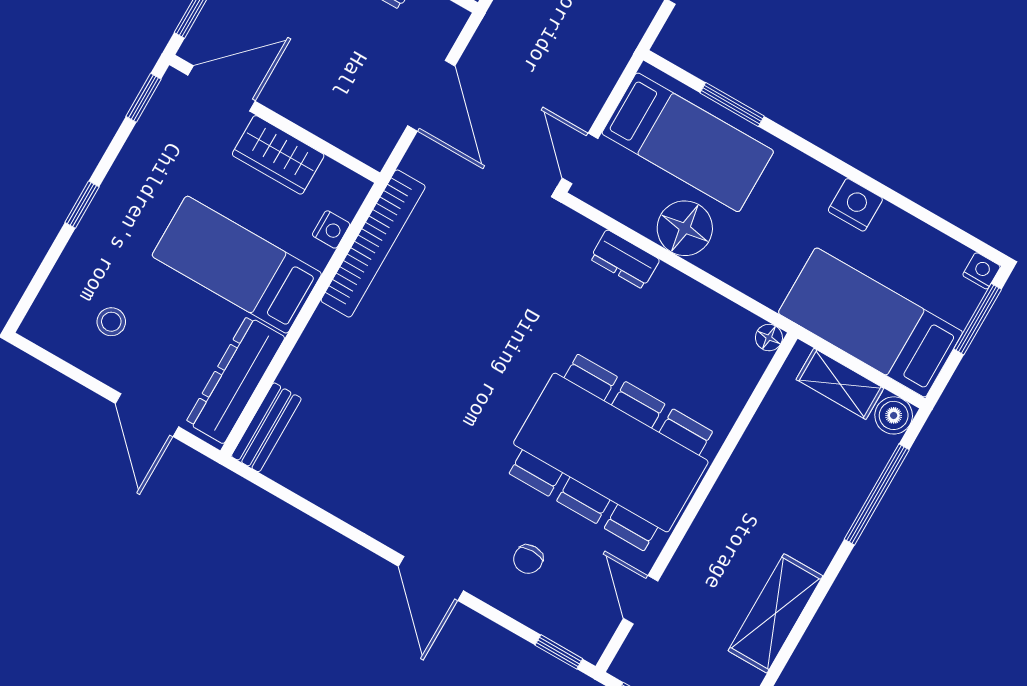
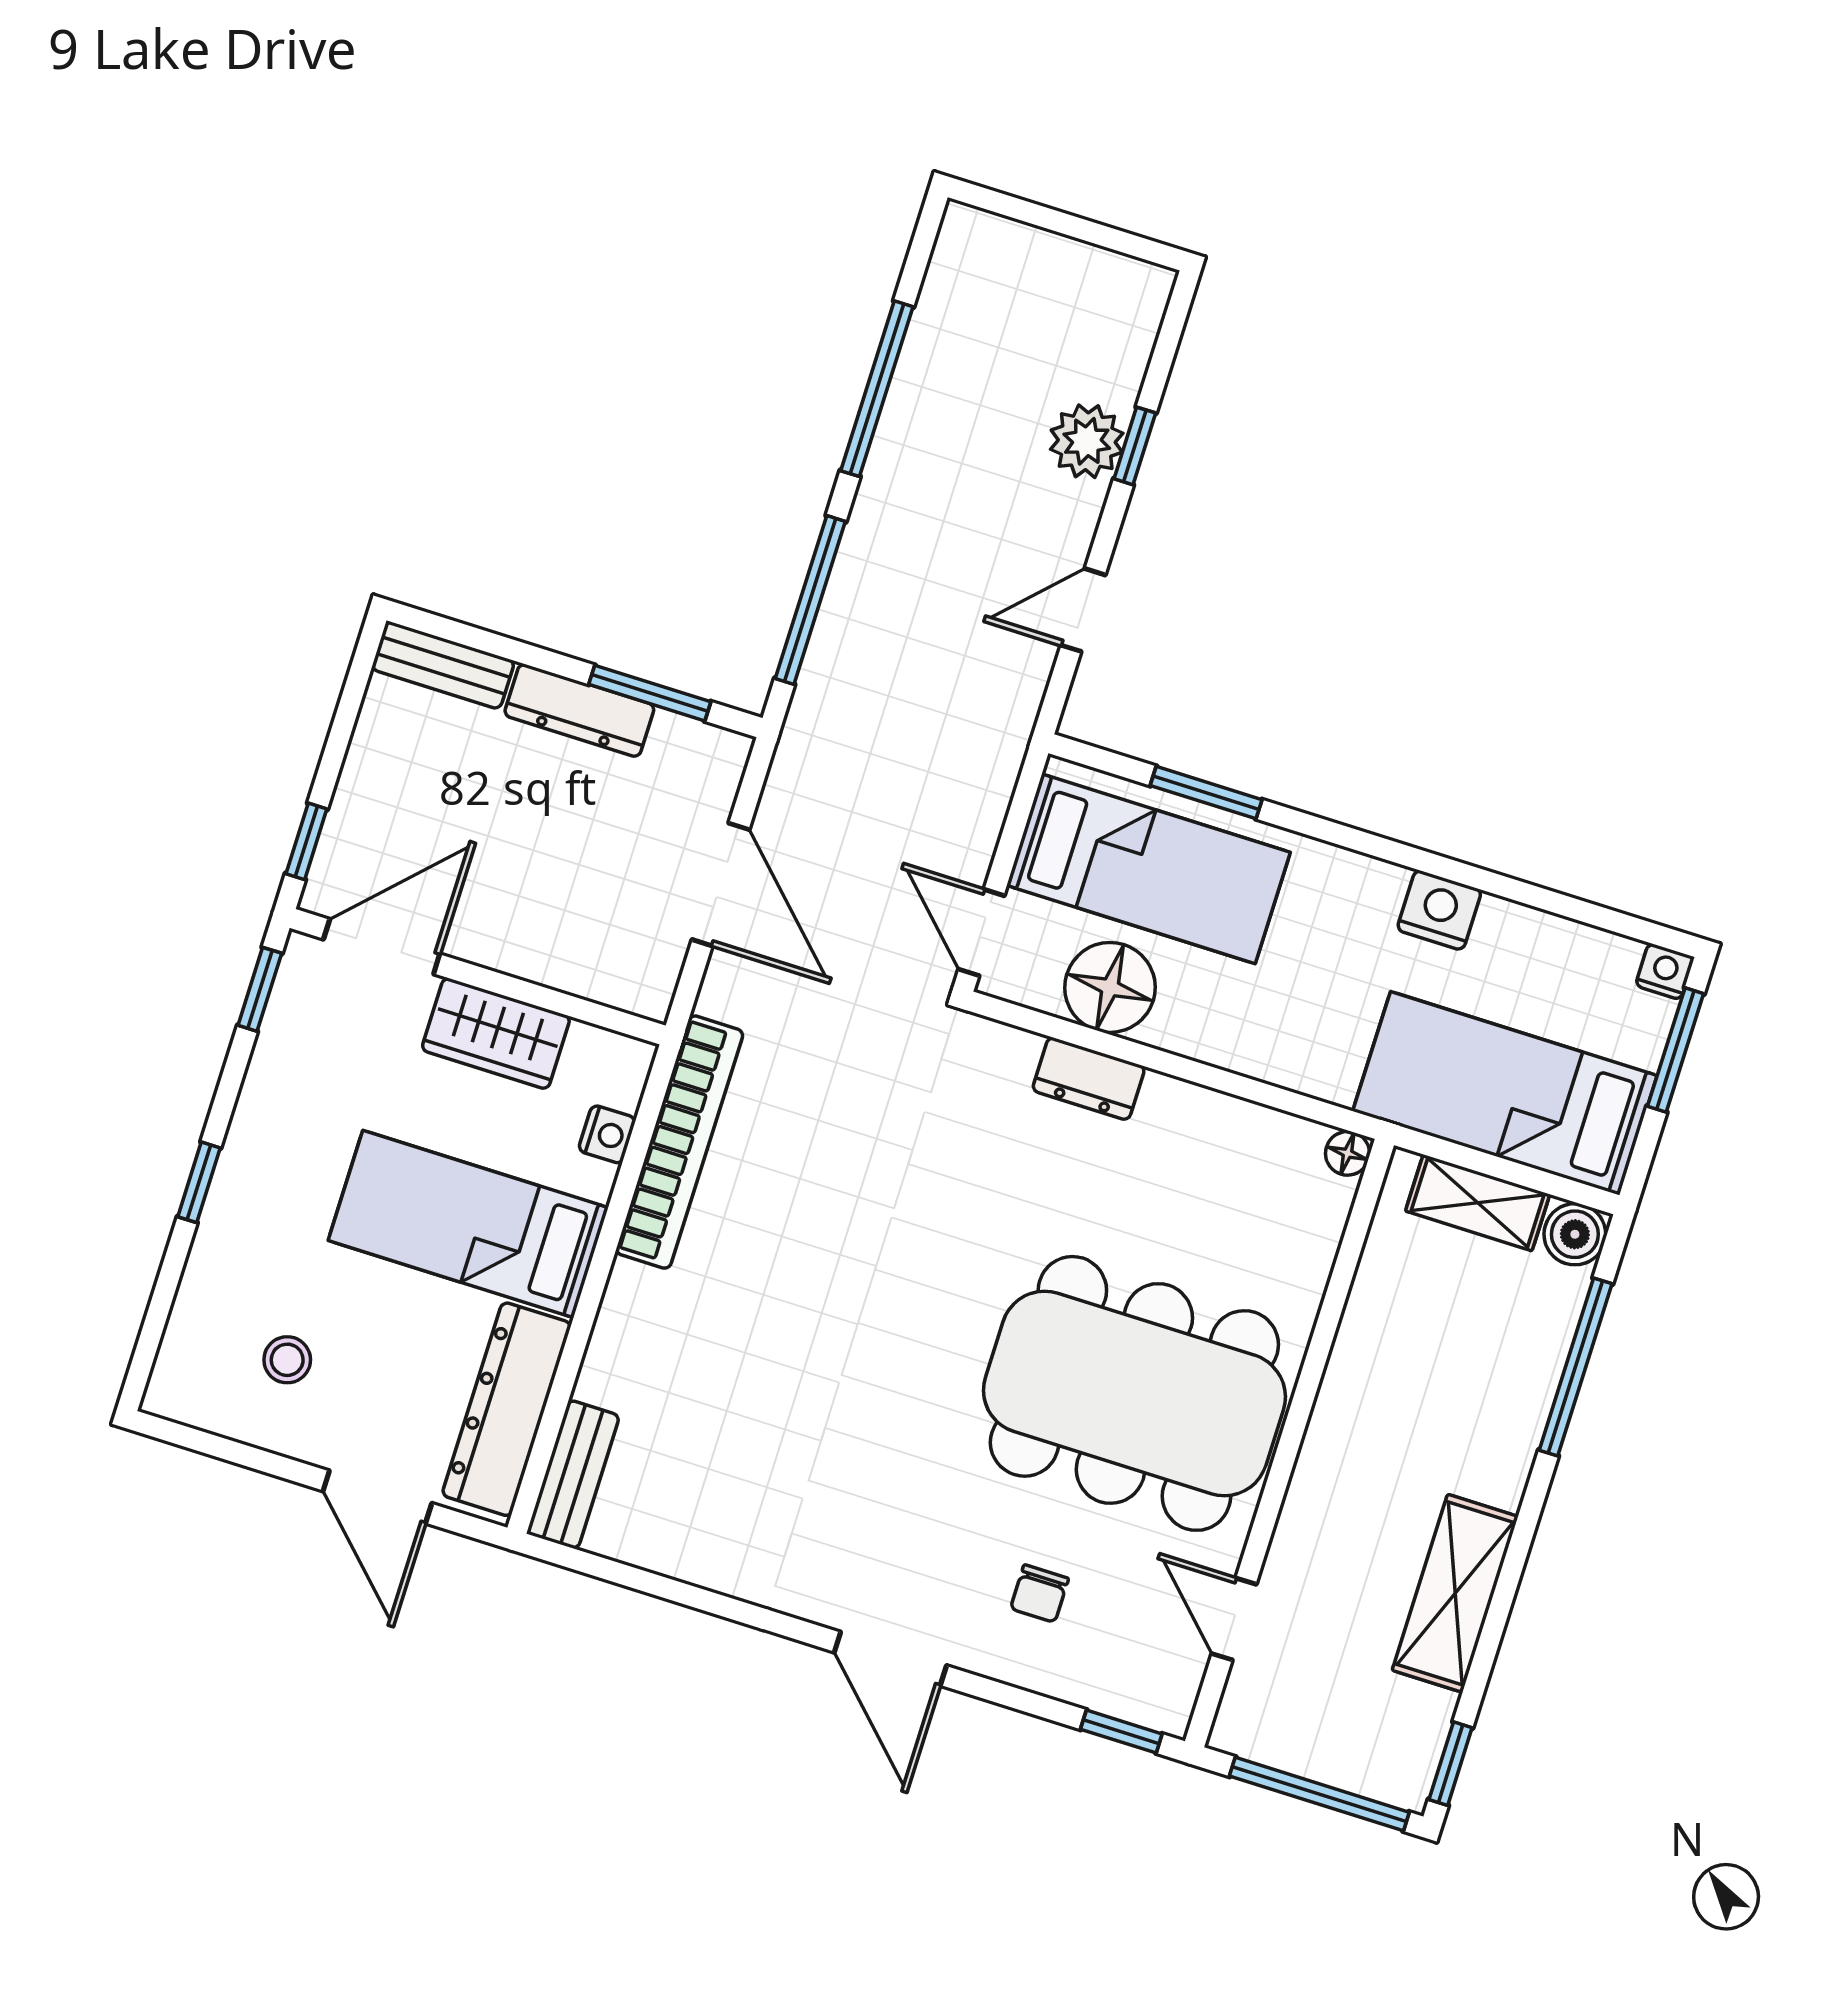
floor lamp: (685, 228) -> (1110, 987), moved

